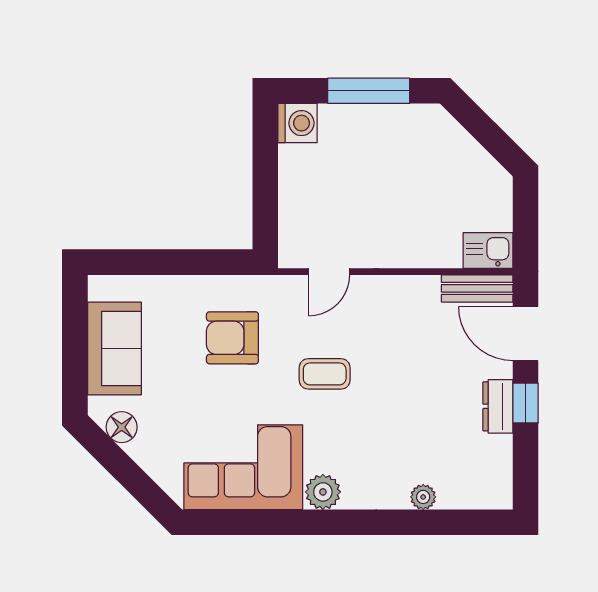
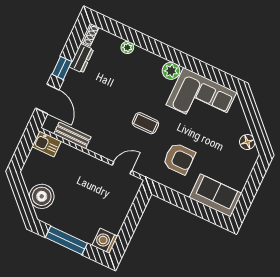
boiler: (452, 150) -> (42, 196), added
bench: (477, 288) -> (72, 135), moved
sofa: (114, 349) -> (215, 195), moved, turned 90
dresser: (498, 406) -> (82, 58), moved
shoe rack: (502, 488) -> (90, 35), added

